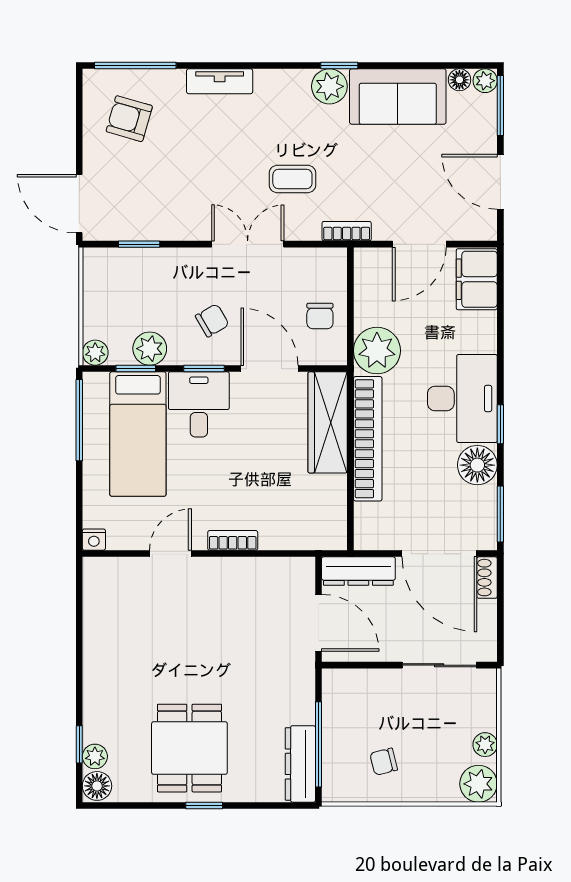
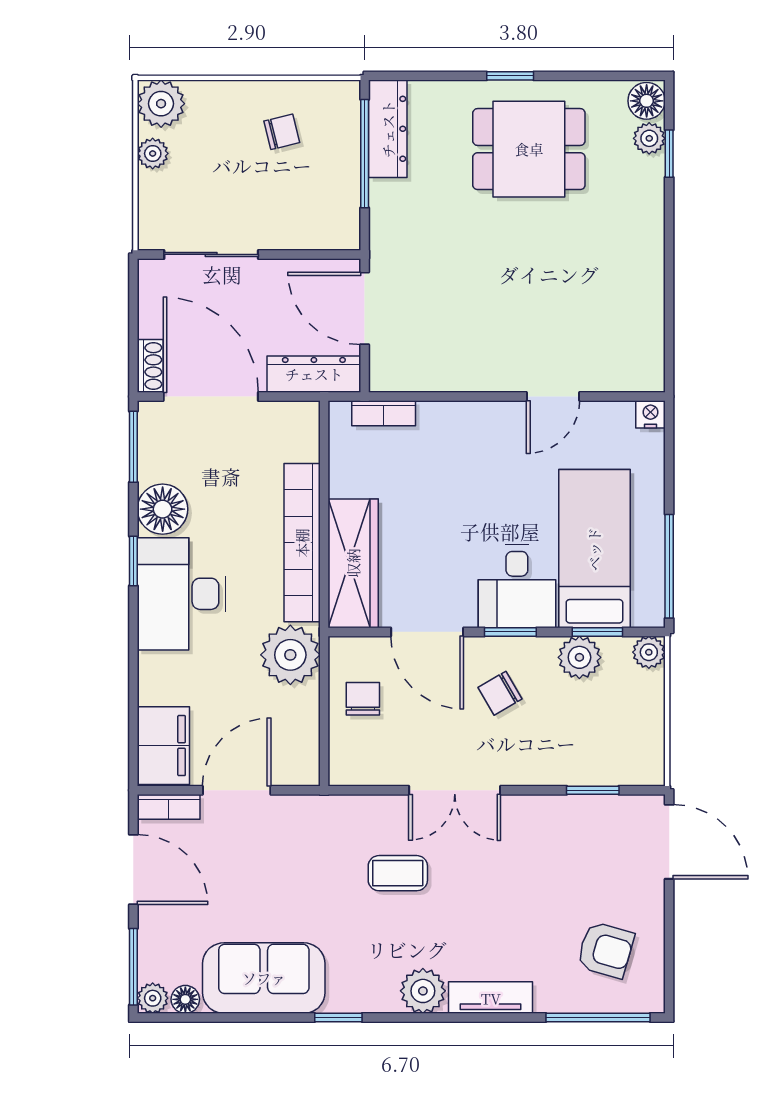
plant: (329, 86) -> (423, 991), moved
bookcase: (347, 231) -> (169, 807), moved
bookcase: (233, 540) -> (384, 413), moved
dining table: (189, 748) -> (529, 149), turned 90

